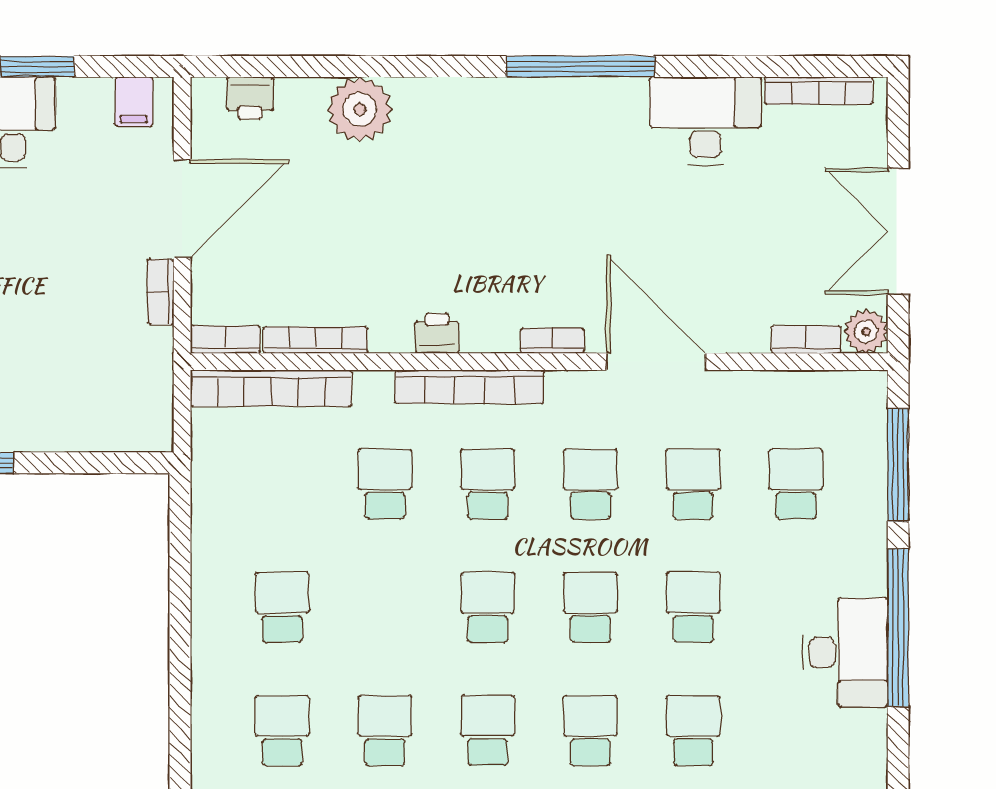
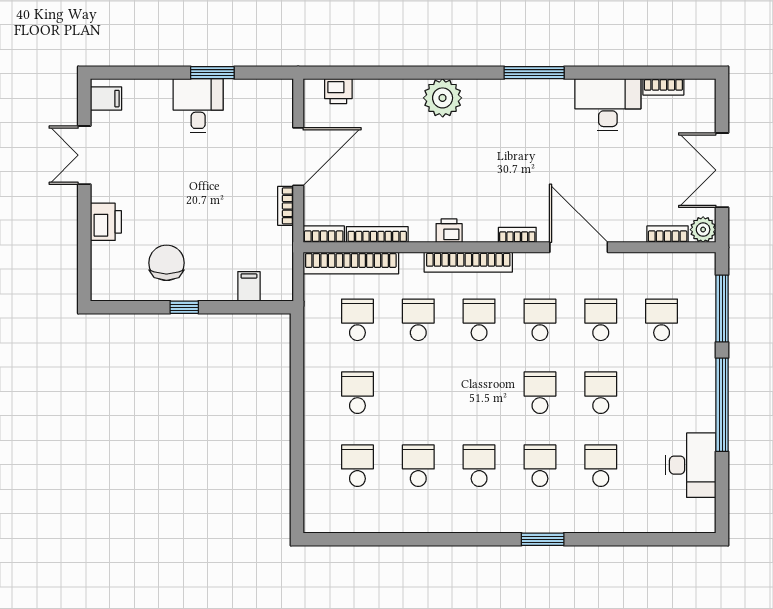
window: (581, 67) -> (534, 73), width x0.68
bookcase: (818, 91) -> (663, 87), width x0.64
filing cabinet: (134, 102) -> (249, 286), moved, turned 180
plant: (360, 109) -> (443, 98), moved
school desk: (488, 607) -> (357, 320), moved
desk: (845, 652) -> (691, 465), moved

